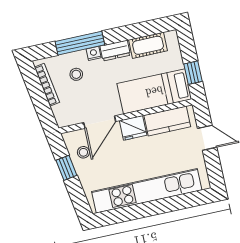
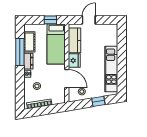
window: (80, 43) -> (20, 52), moved
window: (66, 168) -> (98, 101), moved
kitchen unit: (147, 191) -> (111, 69), width x0.73

